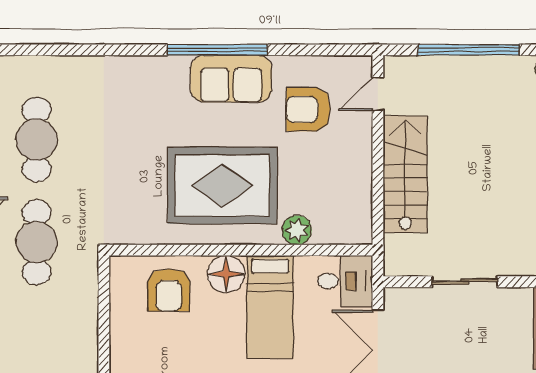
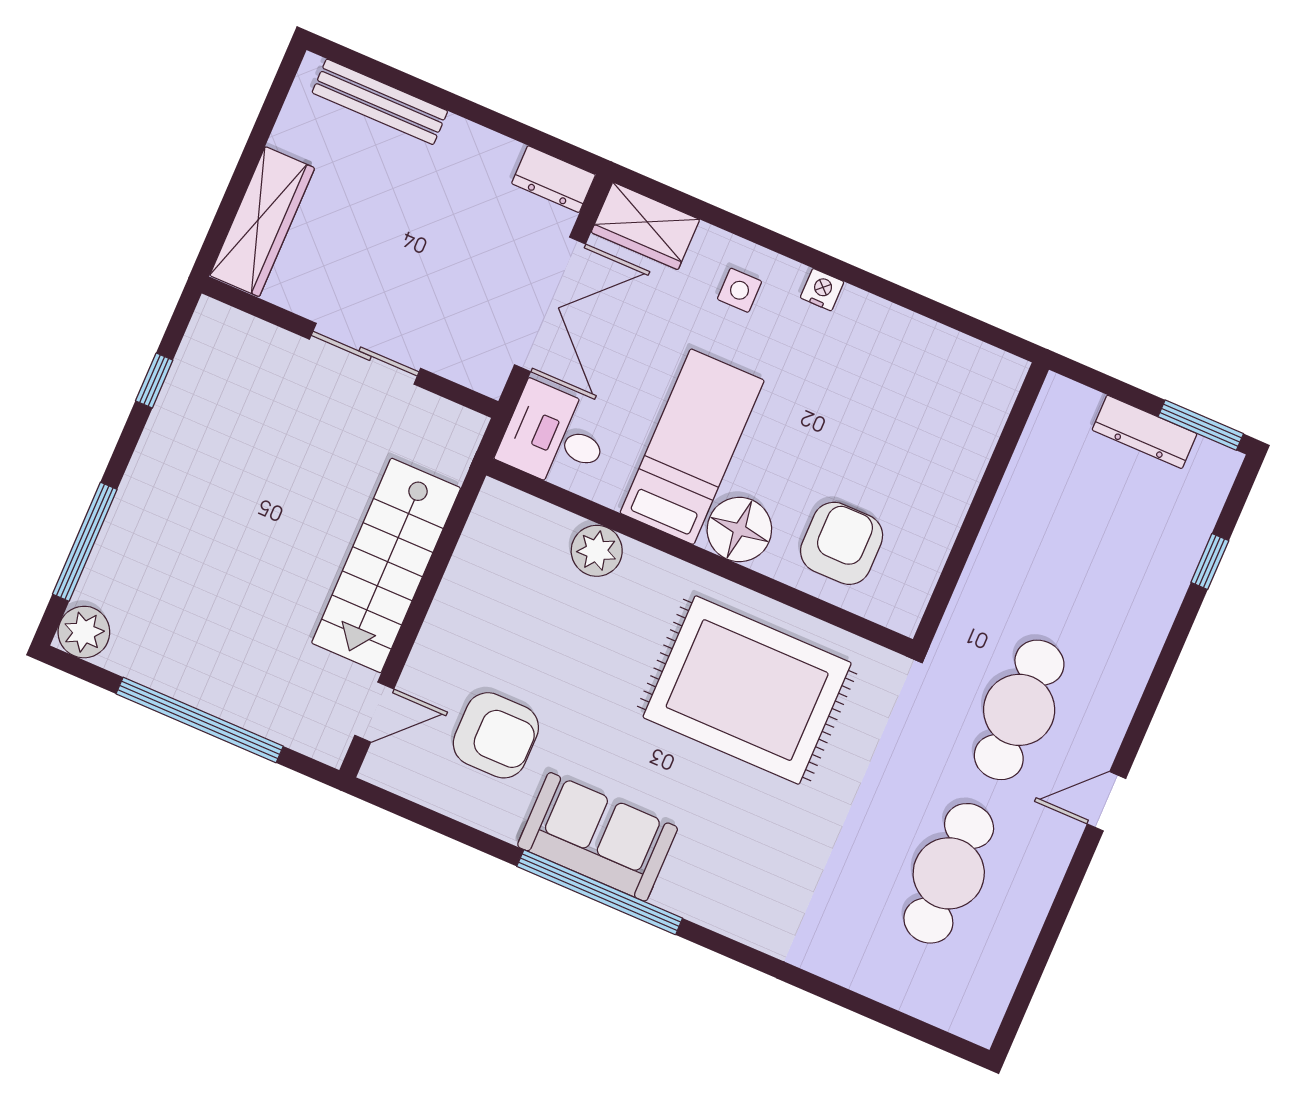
rug: (222, 185) -> (747, 690), moved

